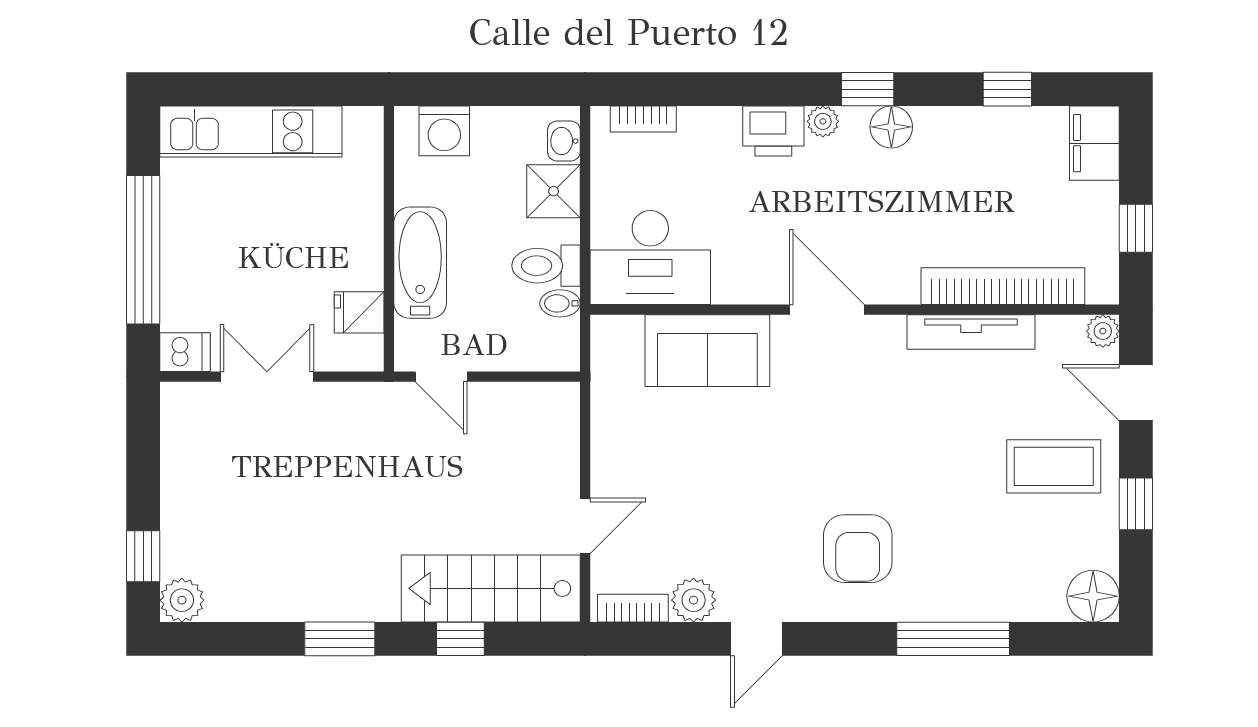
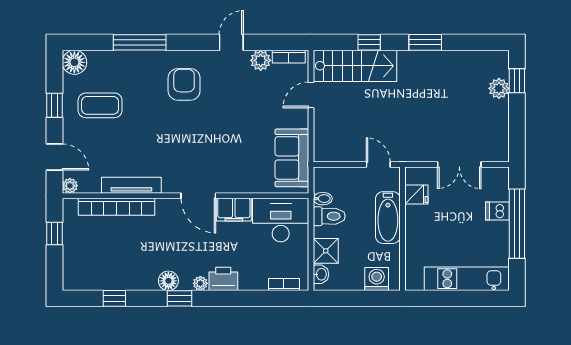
filing cabinet: (1094, 143) -> (234, 210), moved, turned 90
sofa: (707, 351) -> (292, 158), moved, turned -90
dishwasher: (185, 352) -> (497, 211), moved
coffee table: (1054, 466) -> (100, 105), moved
plant: (182, 600) -> (499, 88), moved

